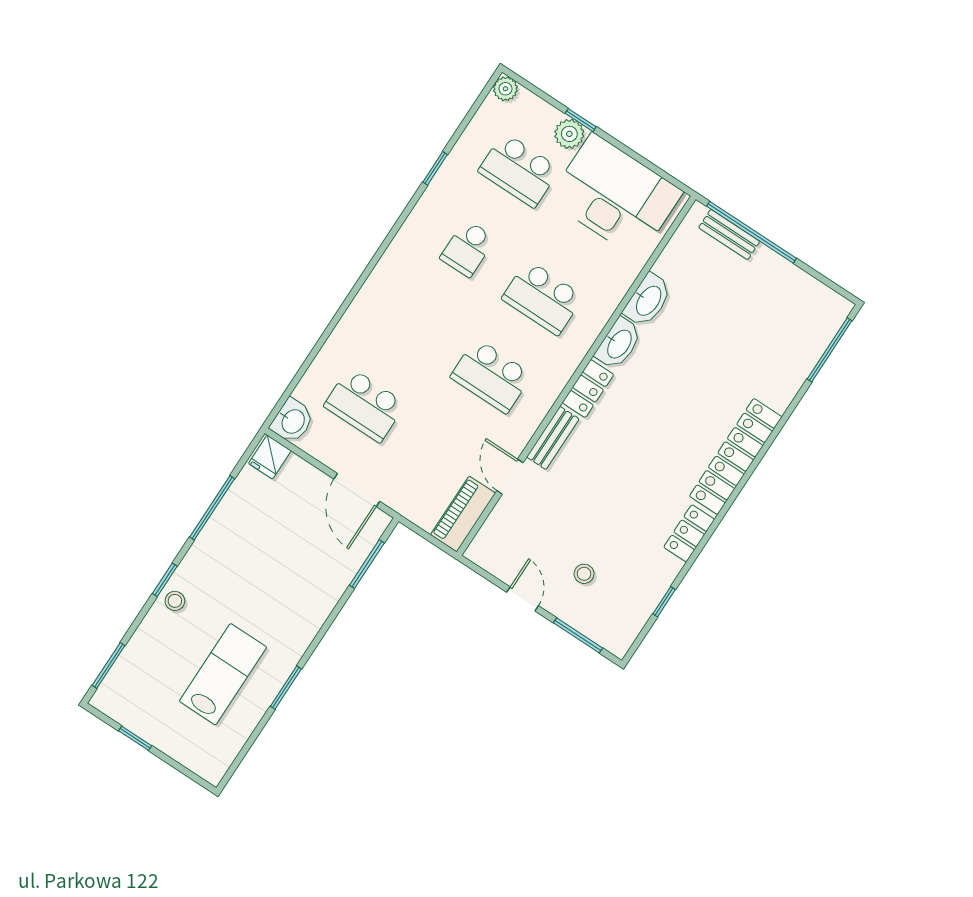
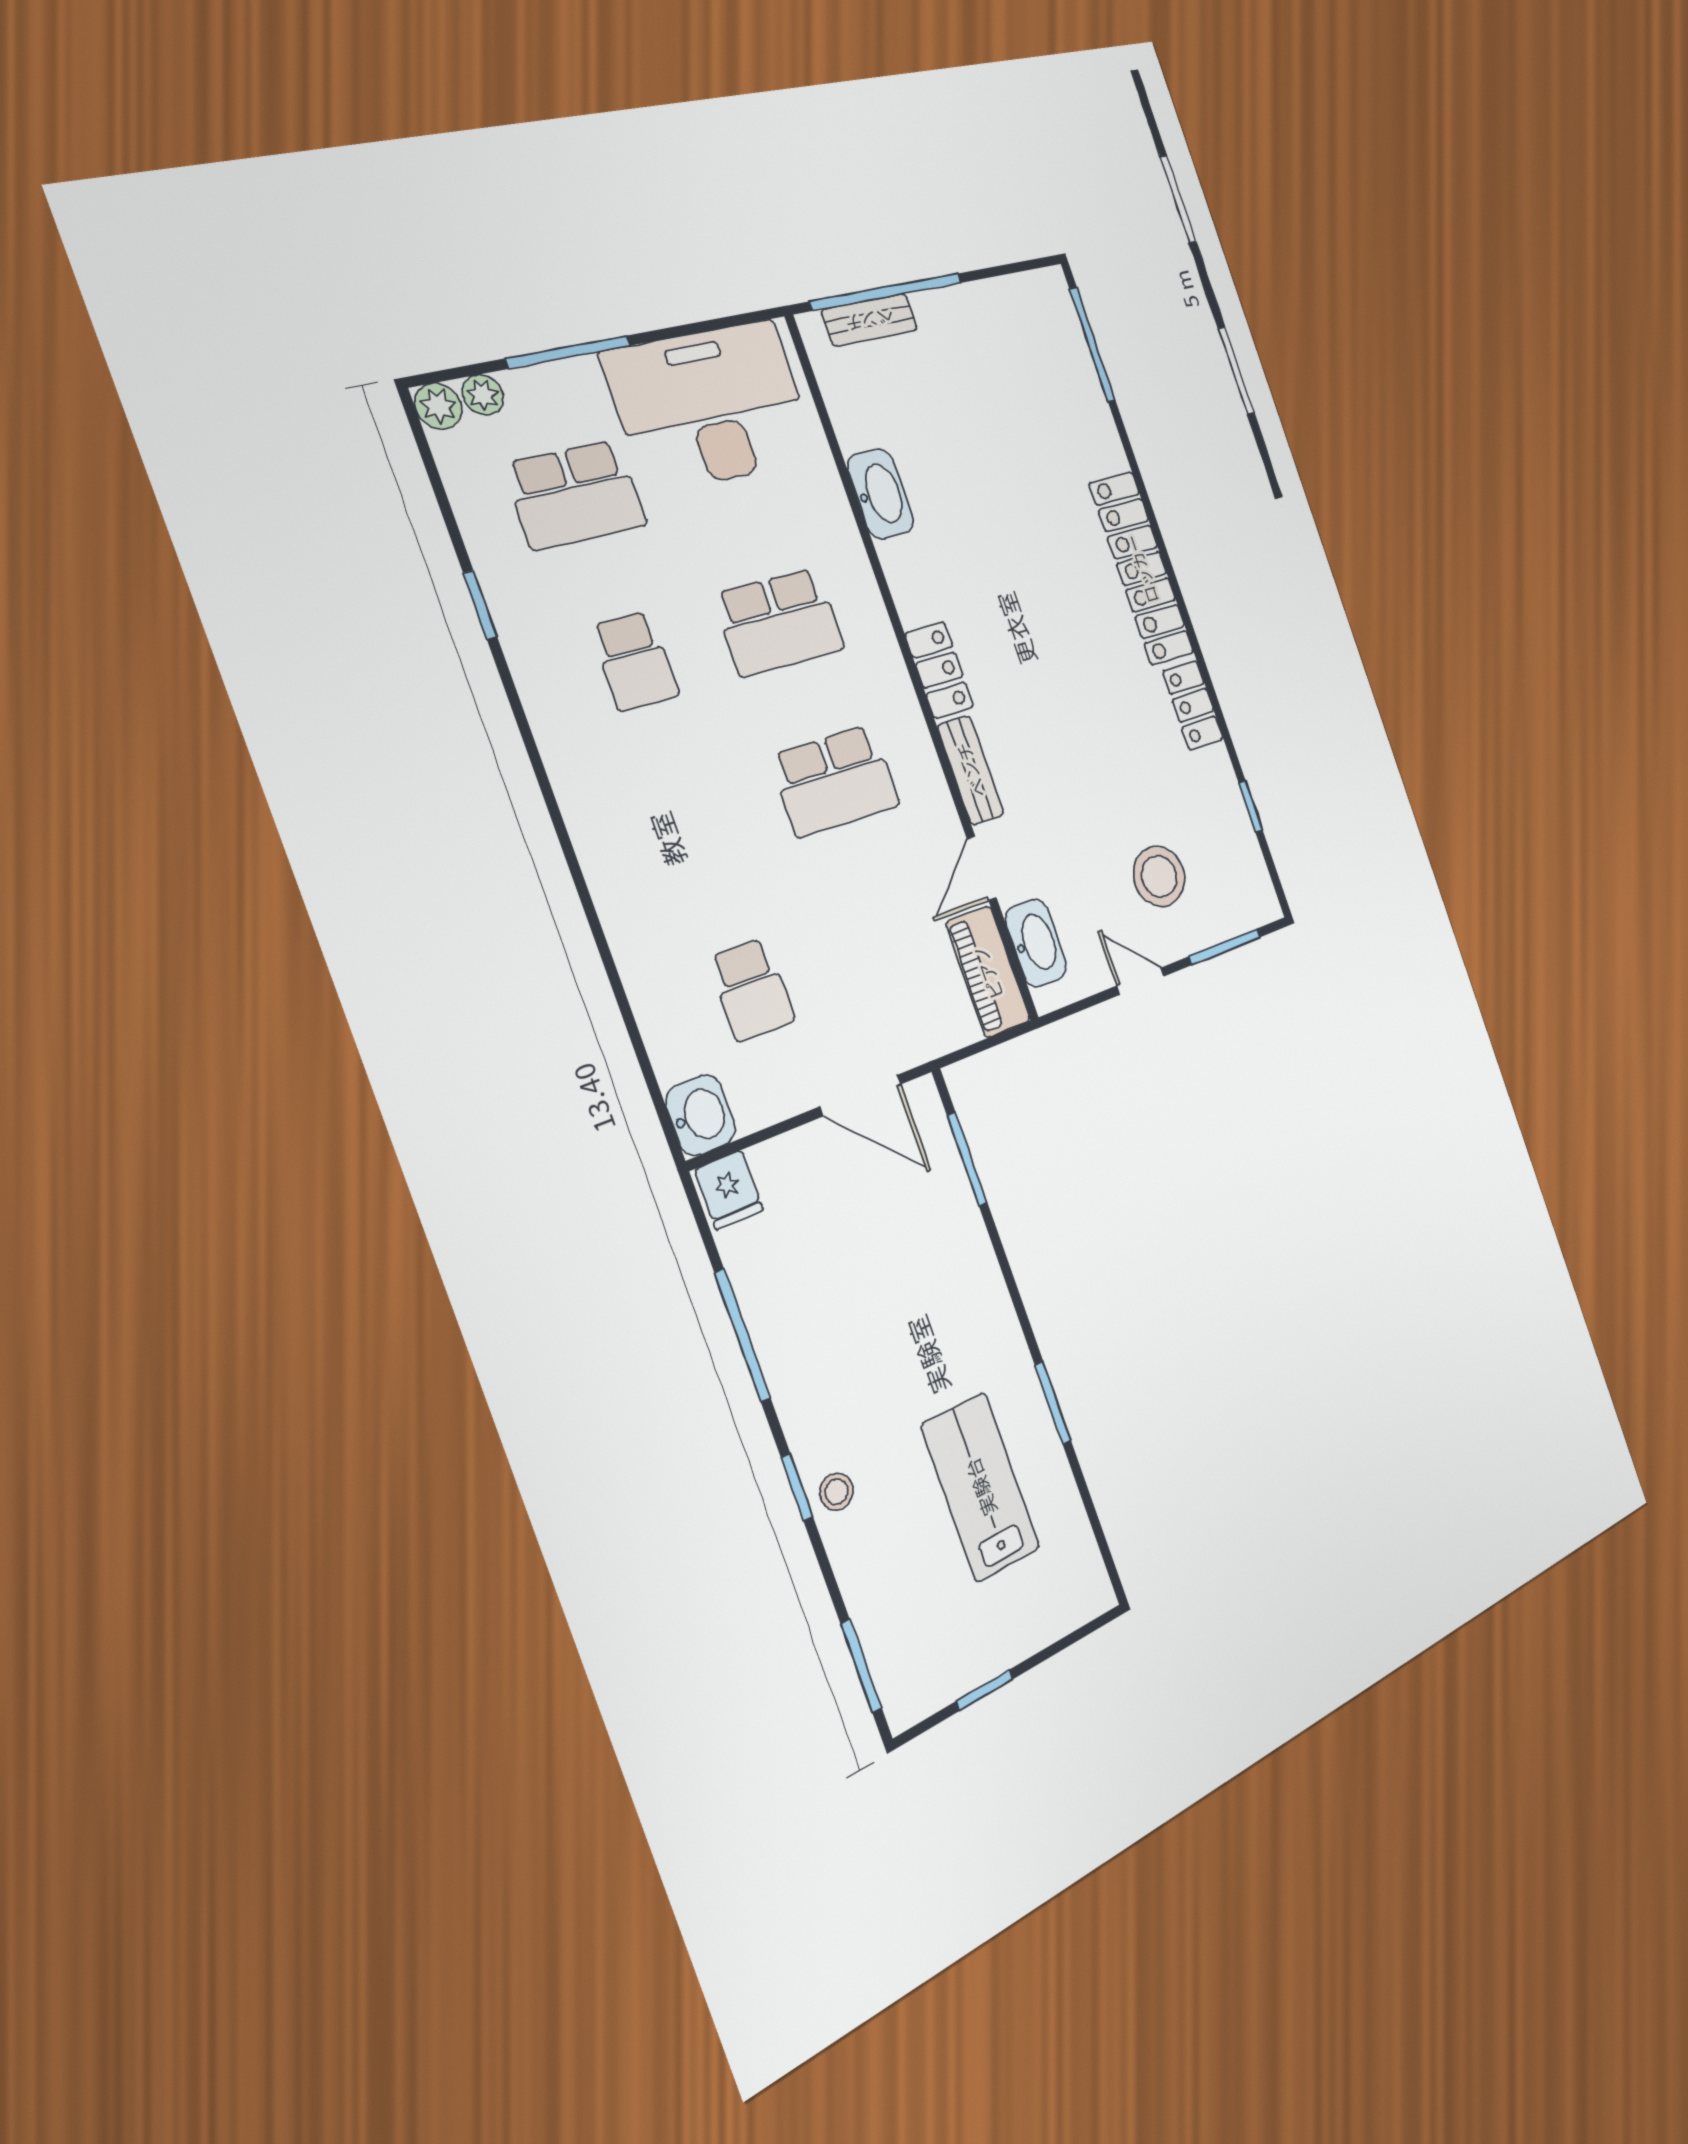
window: (581, 120) -> (569, 352), width x2.17
plant: (569, 134) -> (483, 395), moved, width x0.73, depth x0.73
washbasin: (619, 344) -> (1036, 943), moved
school desk: (365, 405) -> (752, 990), width x0.54
door: (510, 477) -> (982, 868), hinge flipped
stool: (584, 574) -> (1159, 876), width x1.89, depth x1.89

